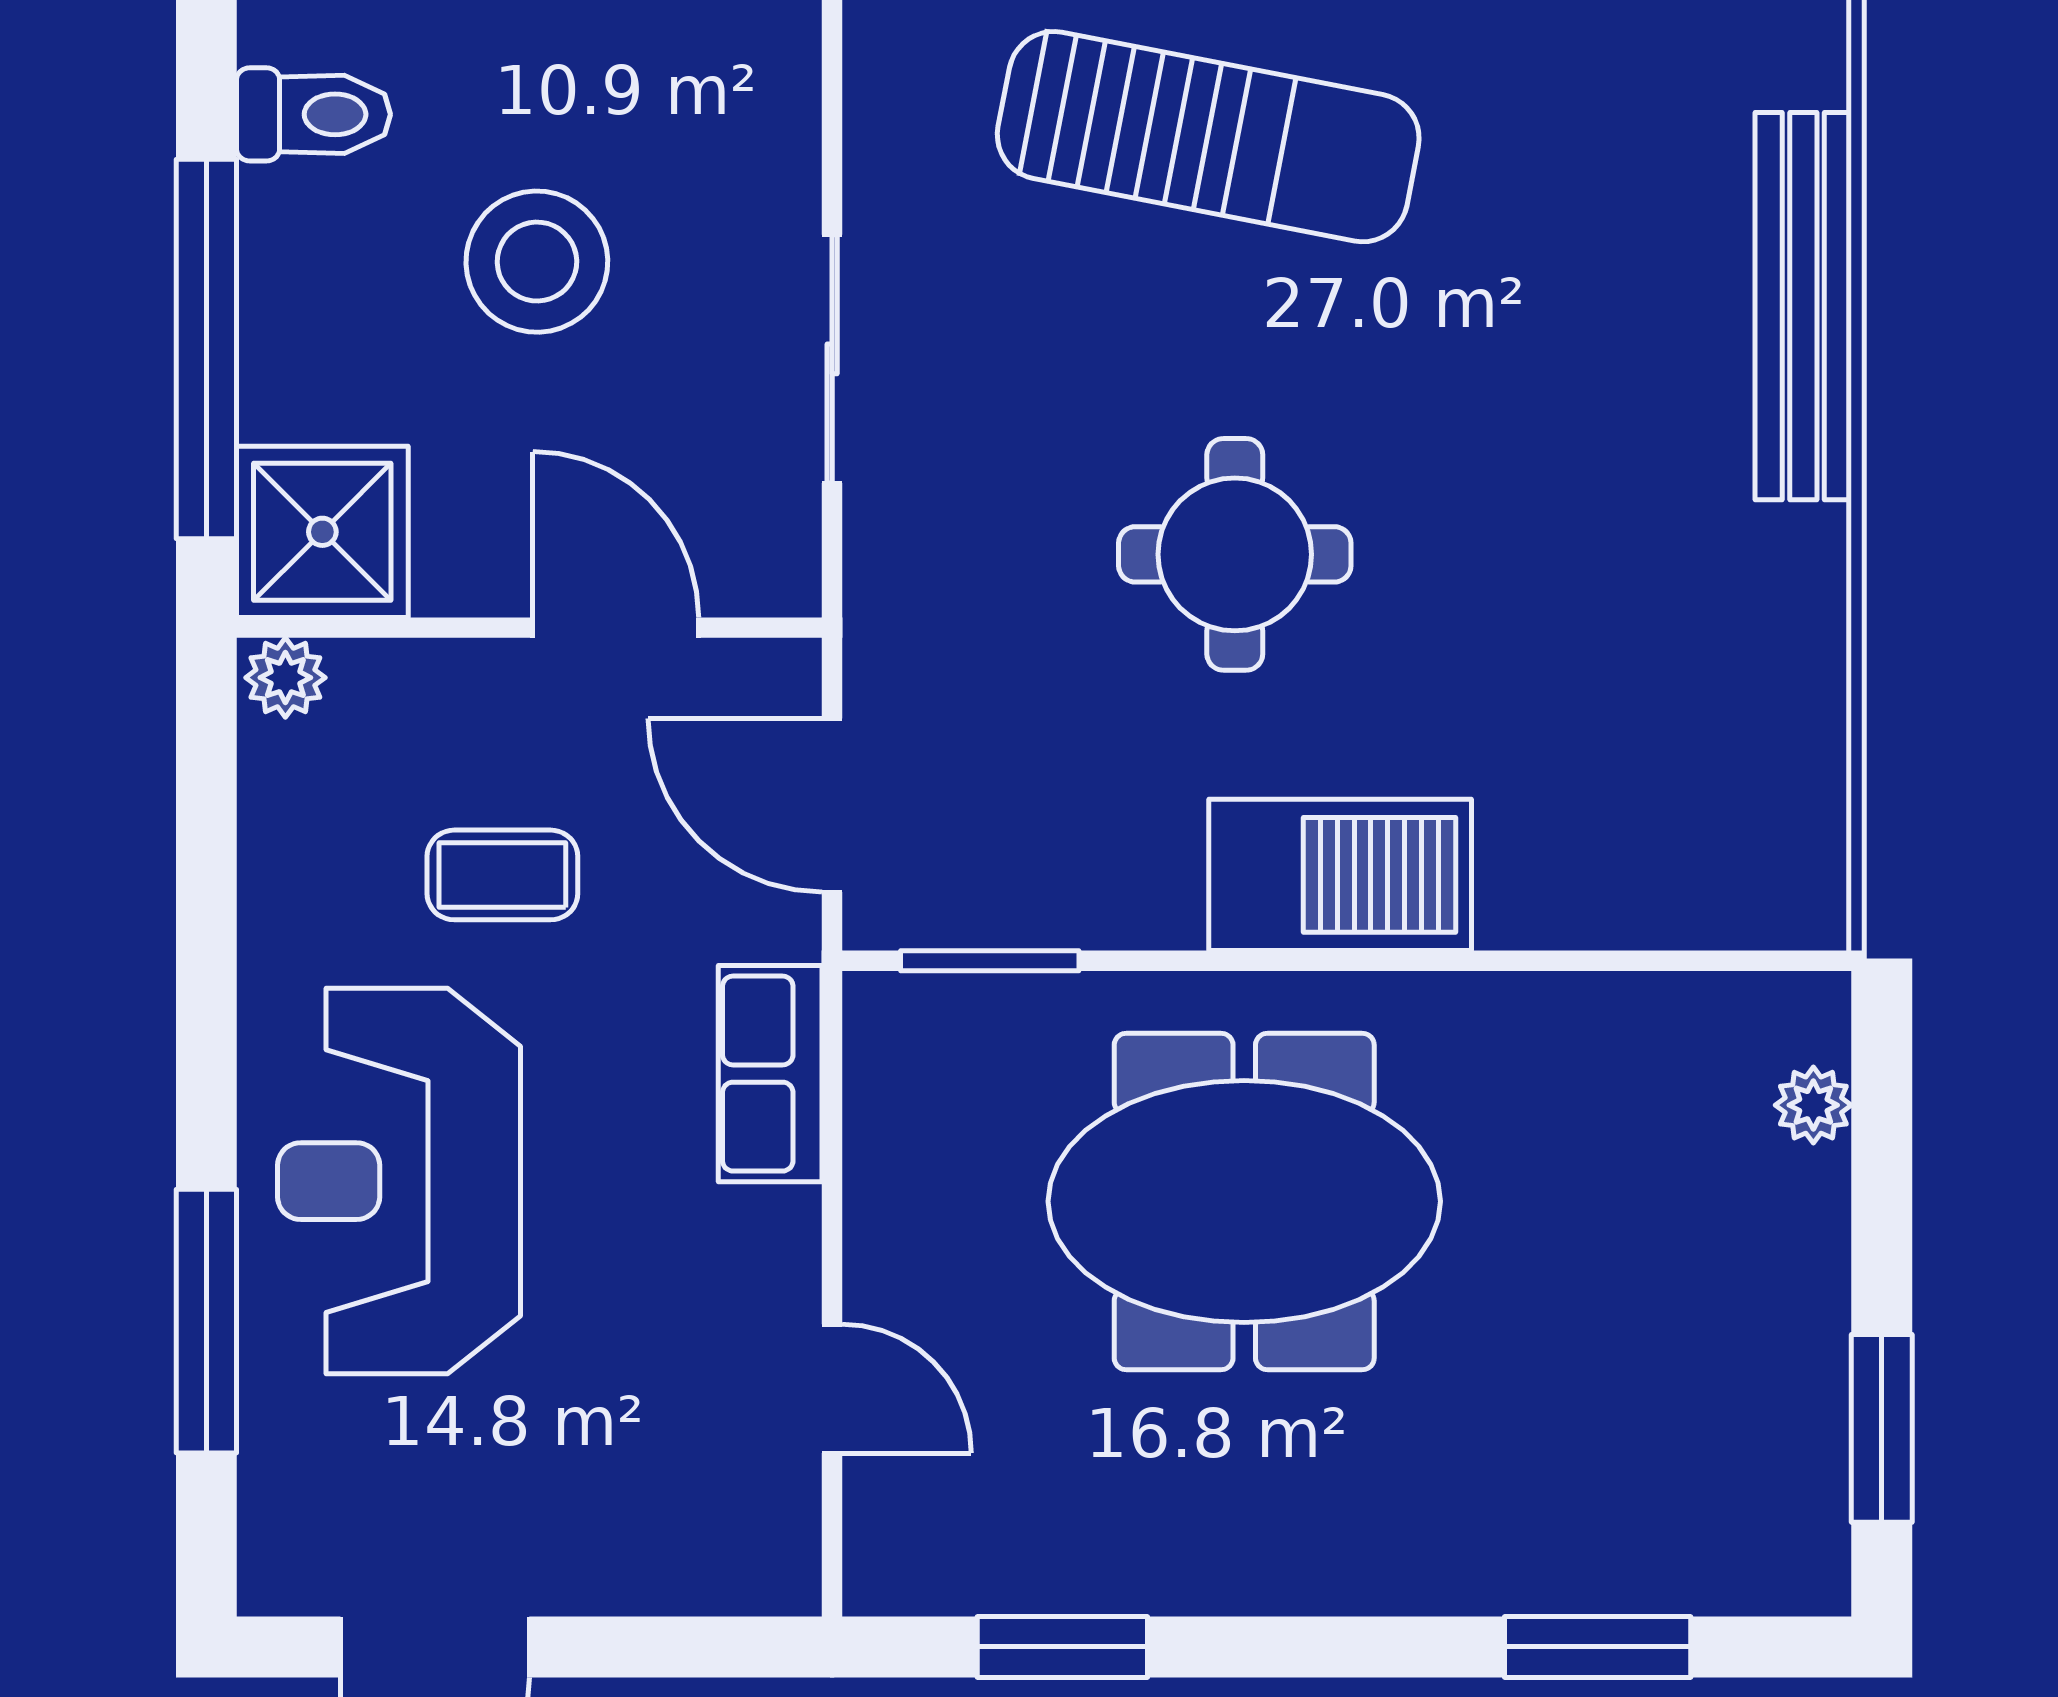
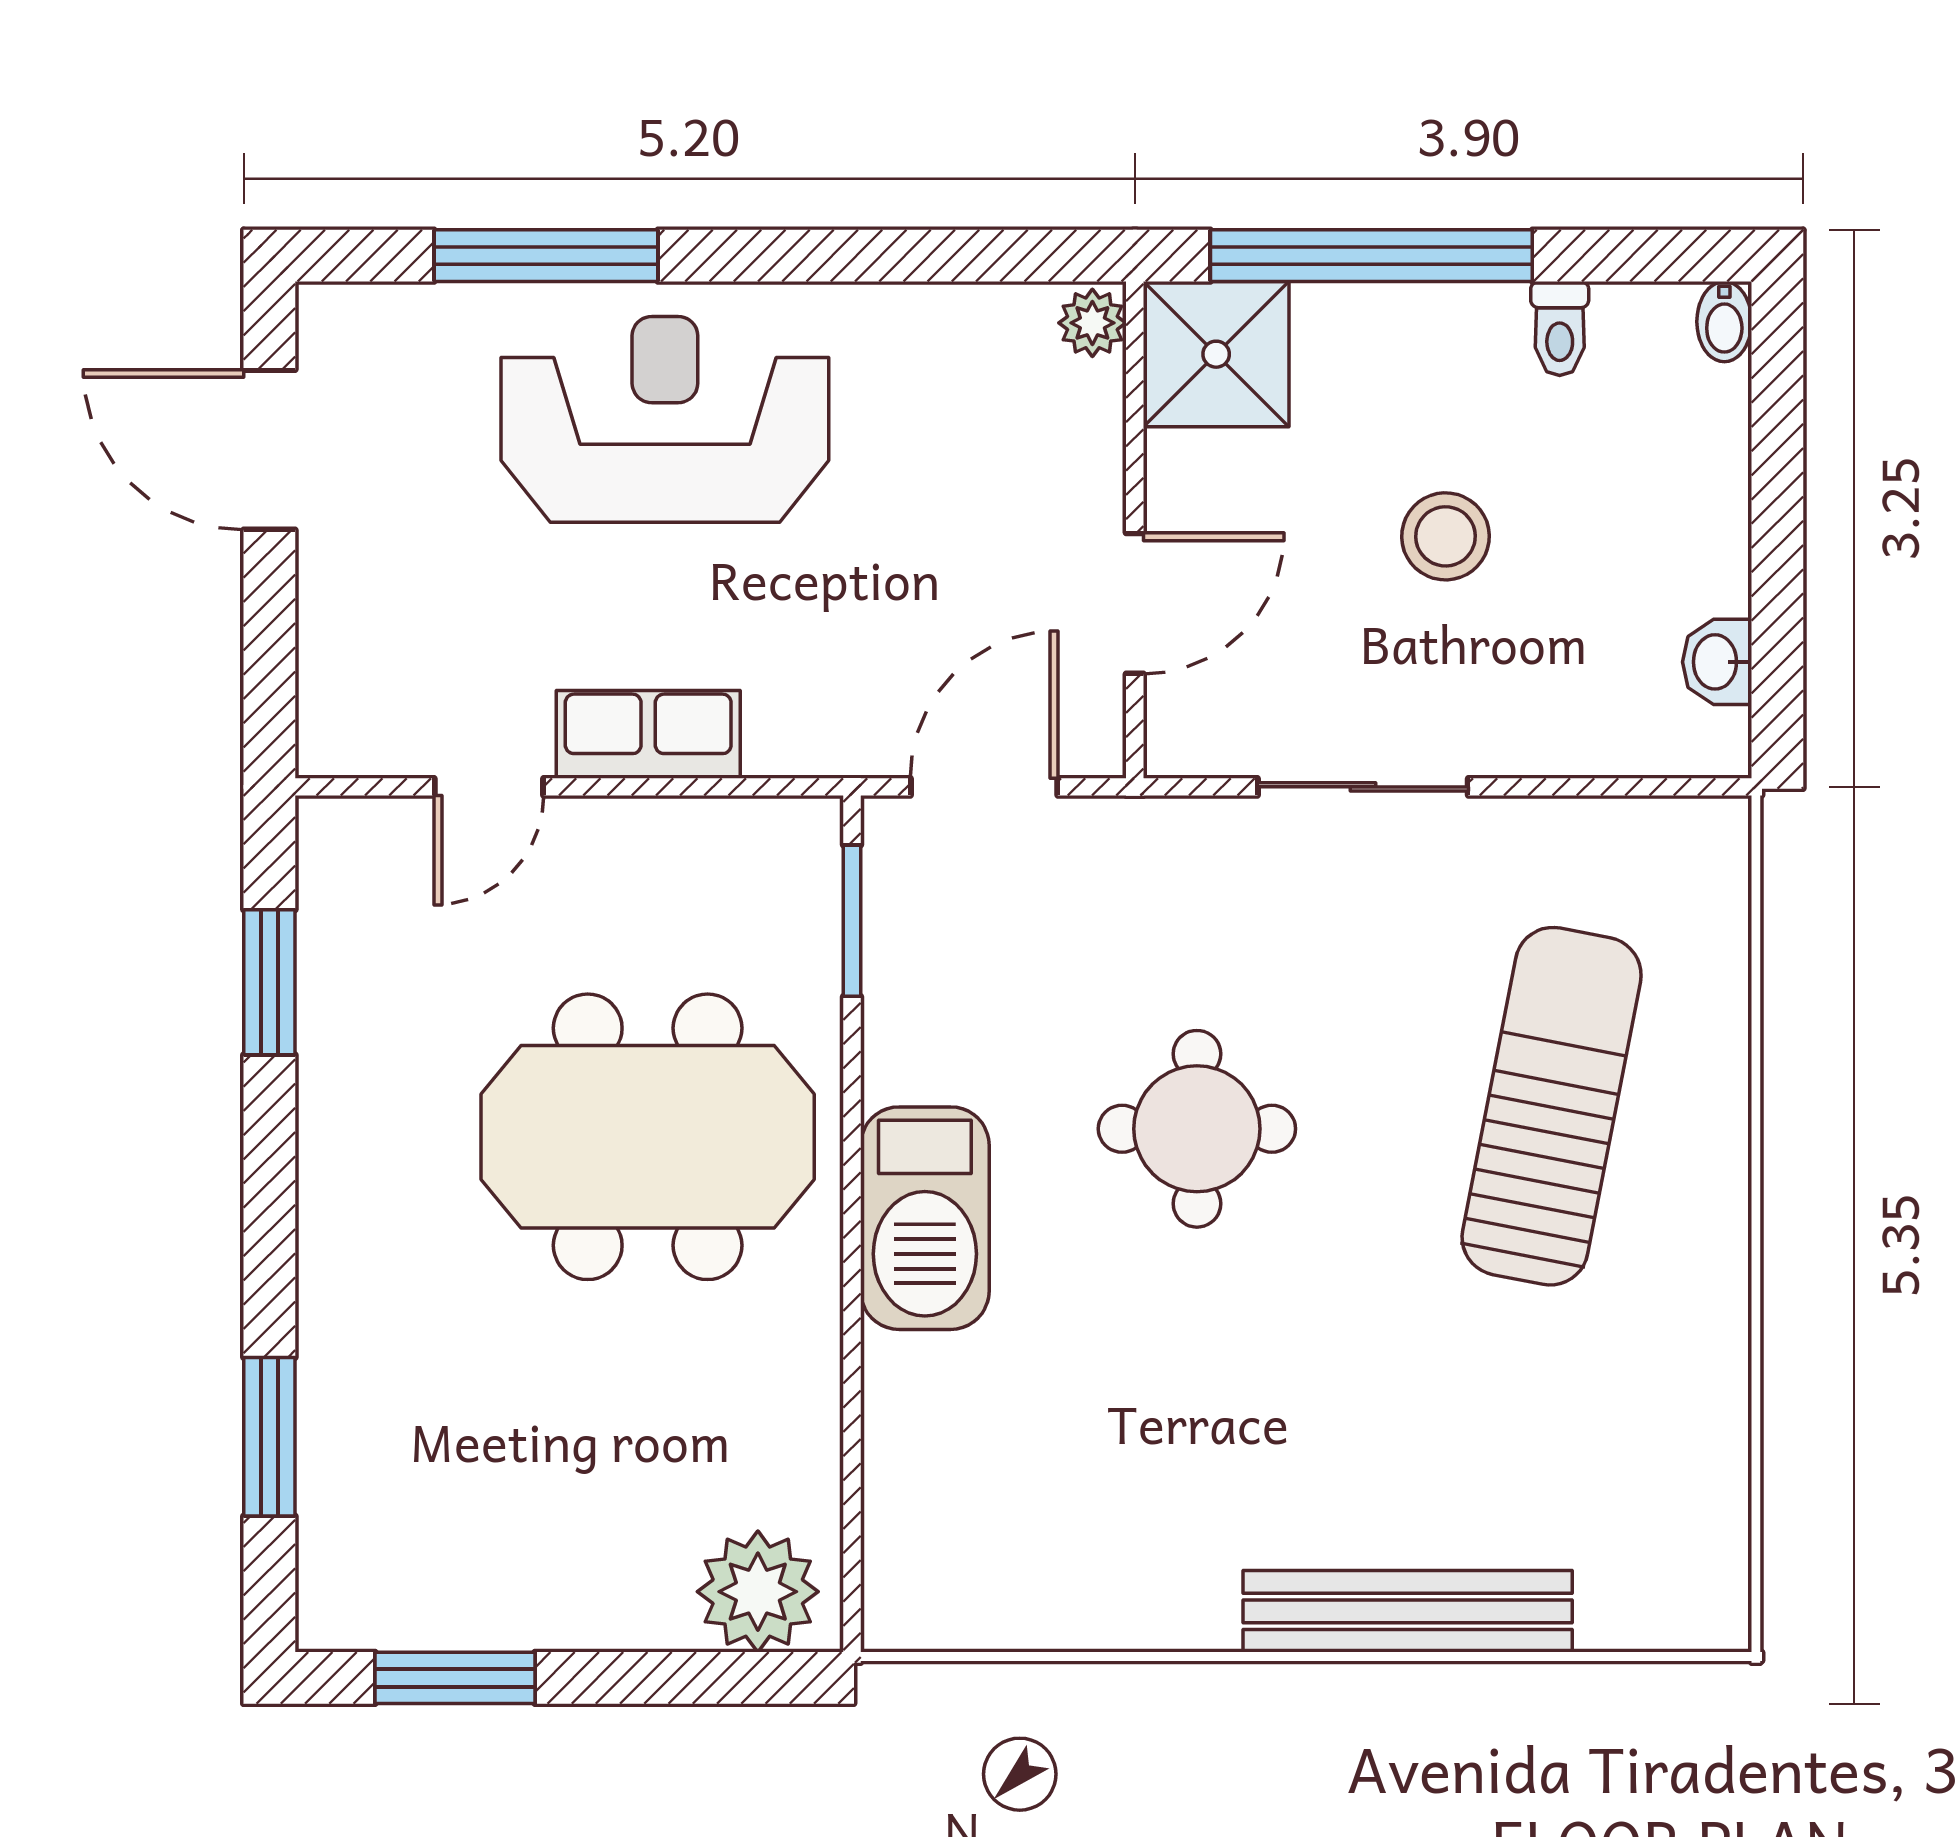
toilet: (313, 114) -> (1560, 329), width x0.73, depth x0.72
sun lounger: (1208, 137) -> (1552, 1106), turned 180
stool: (537, 262) -> (1445, 536), width x0.73, depth x0.73
coffee table: (502, 875) -> (925, 507), removed
row of seats: (770, 1074) -> (648, 734), moved
plant: (1813, 1105) -> (758, 1592), width x1.88, depth x1.88
meeting table: (1244, 1201) -> (648, 1137), turned 90

